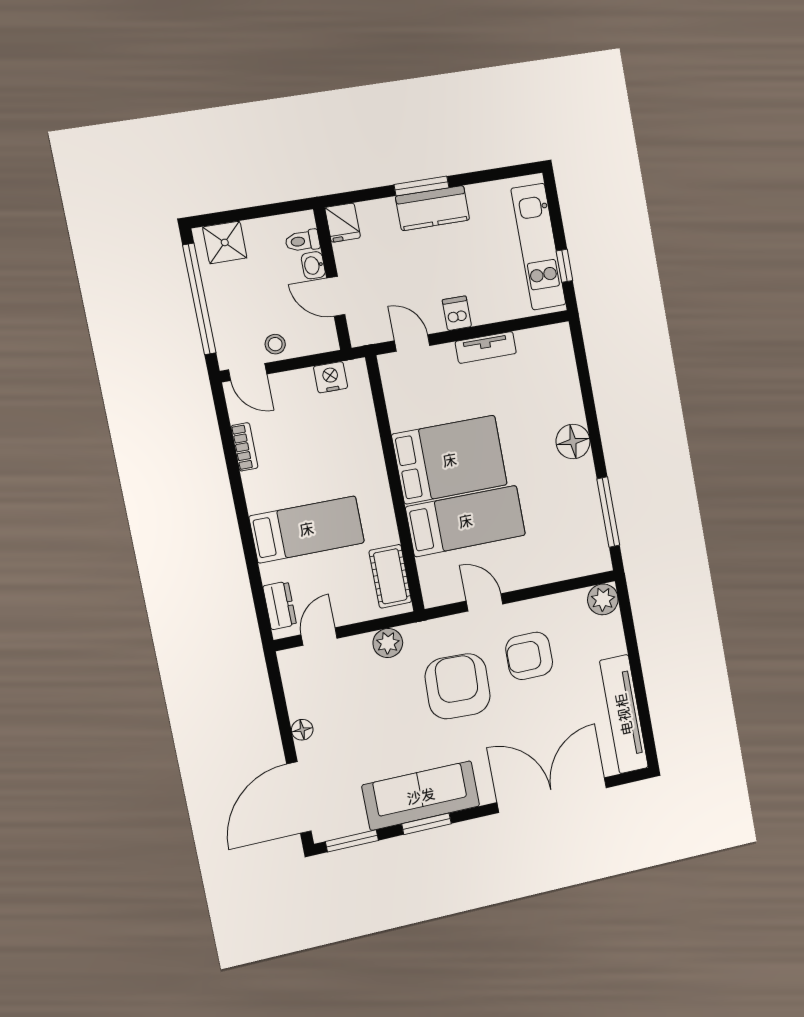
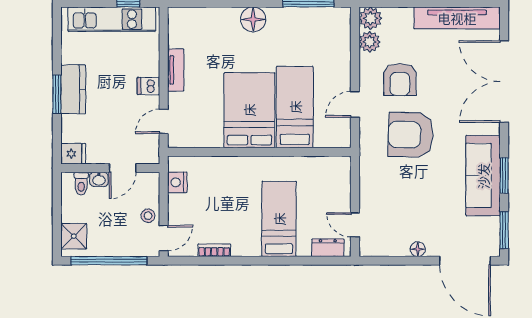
cot: (390, 576) -> (323, 167), removed
plant: (388, 643) -> (370, 42), moved

